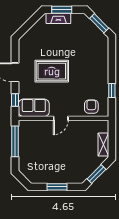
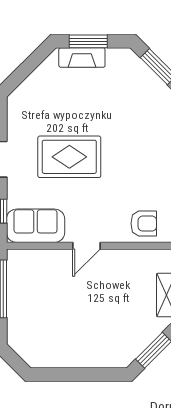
armchair: (91, 107) -> (144, 224), turned 90
window: (57, 187) -> (79, 374), removed

